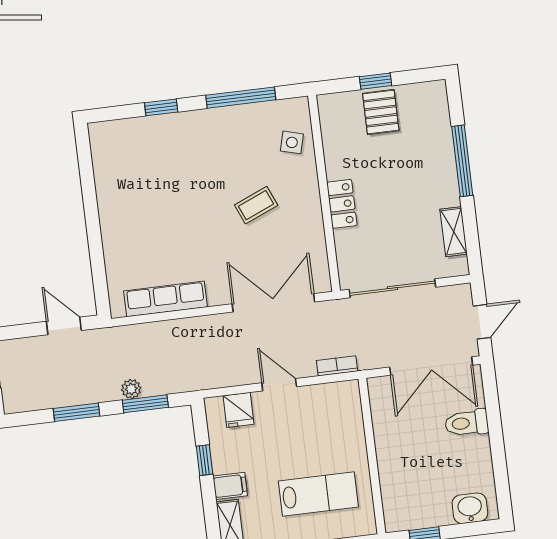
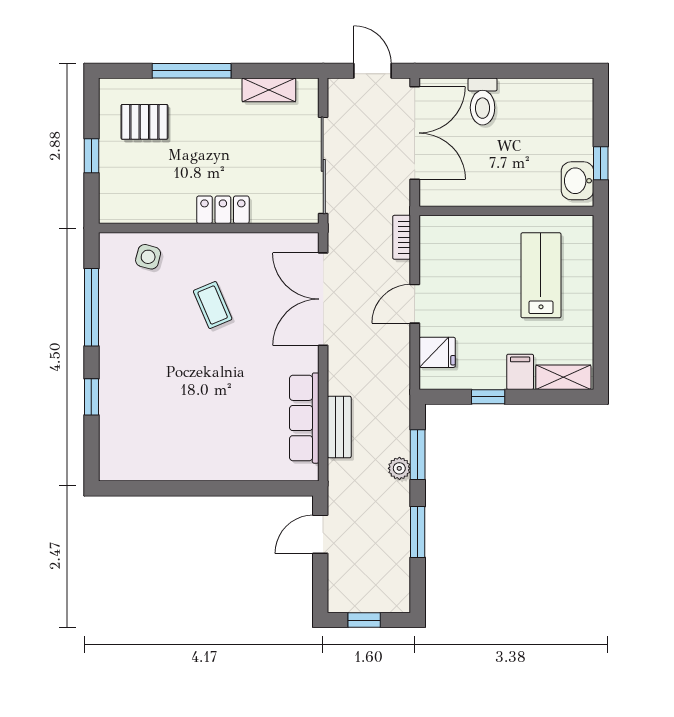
pallet: (381, 112) -> (144, 122), moved
bench: (161, 331) -> (339, 427), added
washbasin: (470, 508) -> (577, 181), moved

